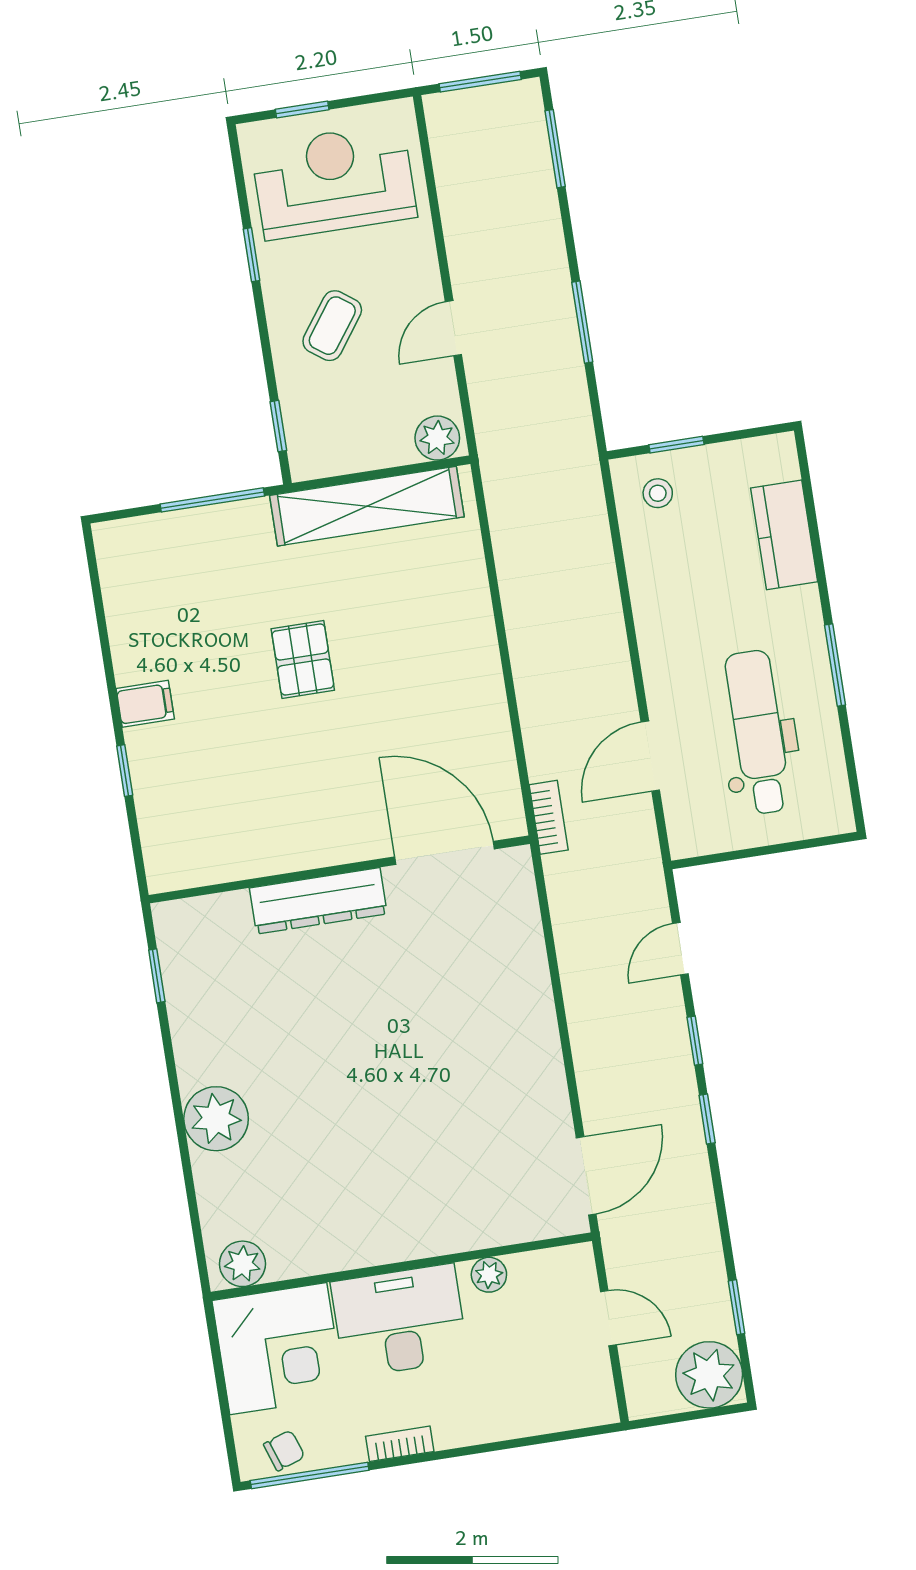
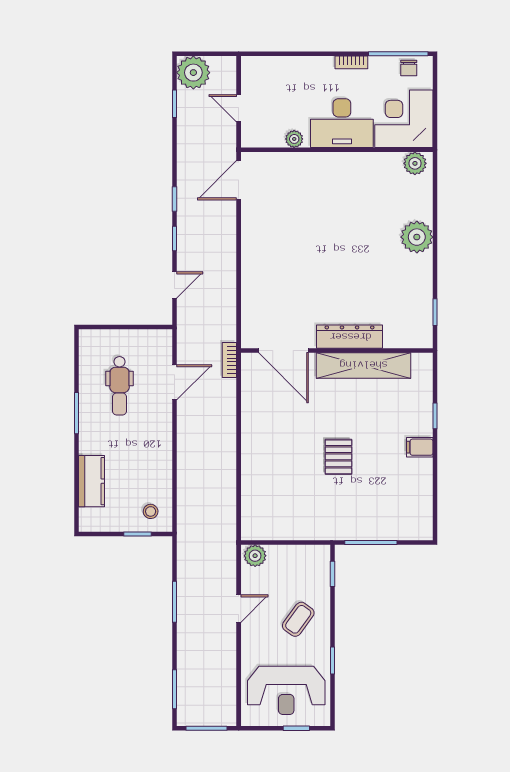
shelving: (367, 506) -> (363, 365), moved
dental chair: (758, 732) -> (120, 386), width x0.73, depth x0.72
chair: (284, 1450) -> (409, 68), turned -71

